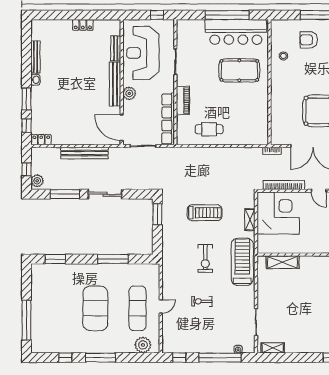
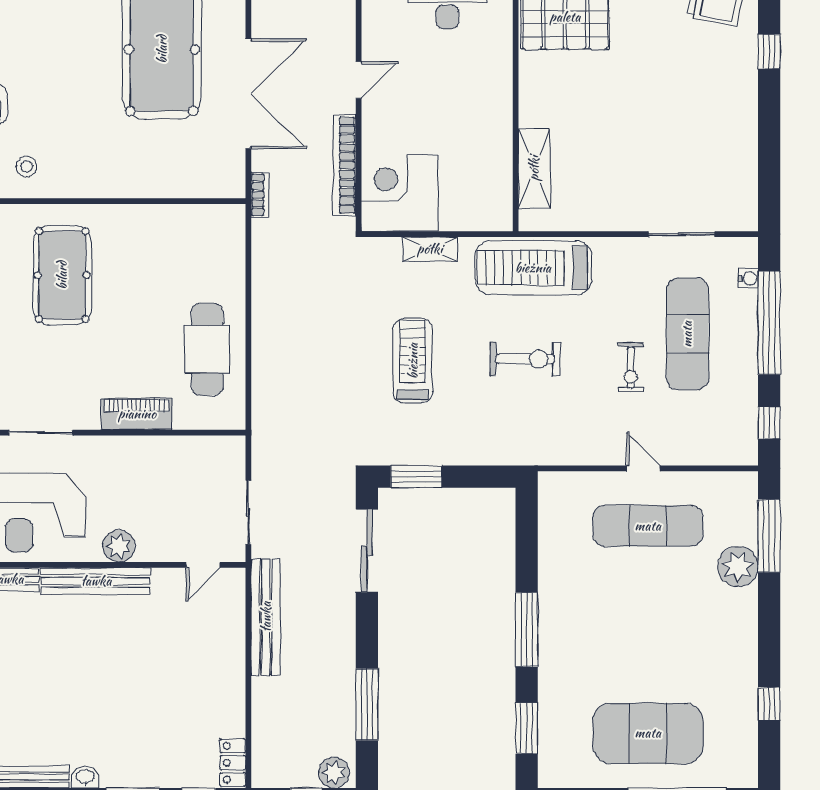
row of seats: (168, 119) -> (182, 450), removed
door: (122, 128) -> (203, 565), width x0.53
cafe table: (209, 129) -> (207, 349), width x1.37, depth x1.35
bench: (84, 153) -> (266, 617), moved
sliding door: (105, 194) -> (367, 551), moved
corner desk: (278, 213) -> (400, 193), width x0.74, depth x0.74
window: (113, 259) -> (527, 630), moved
exercise mat: (95, 308) -> (648, 733), moved
exercise mat: (215, 324) -> (687, 334), added
plant: (143, 345) -> (738, 566), moved
shelving: (273, 348) -> (745, 193), removed
window: (101, 358) -> (769, 536), moved

